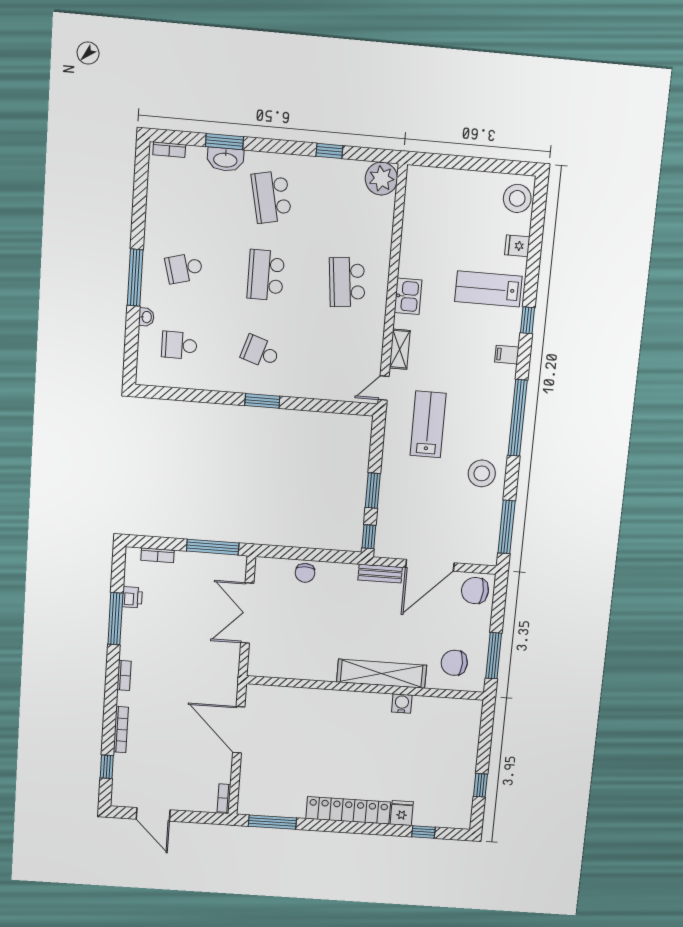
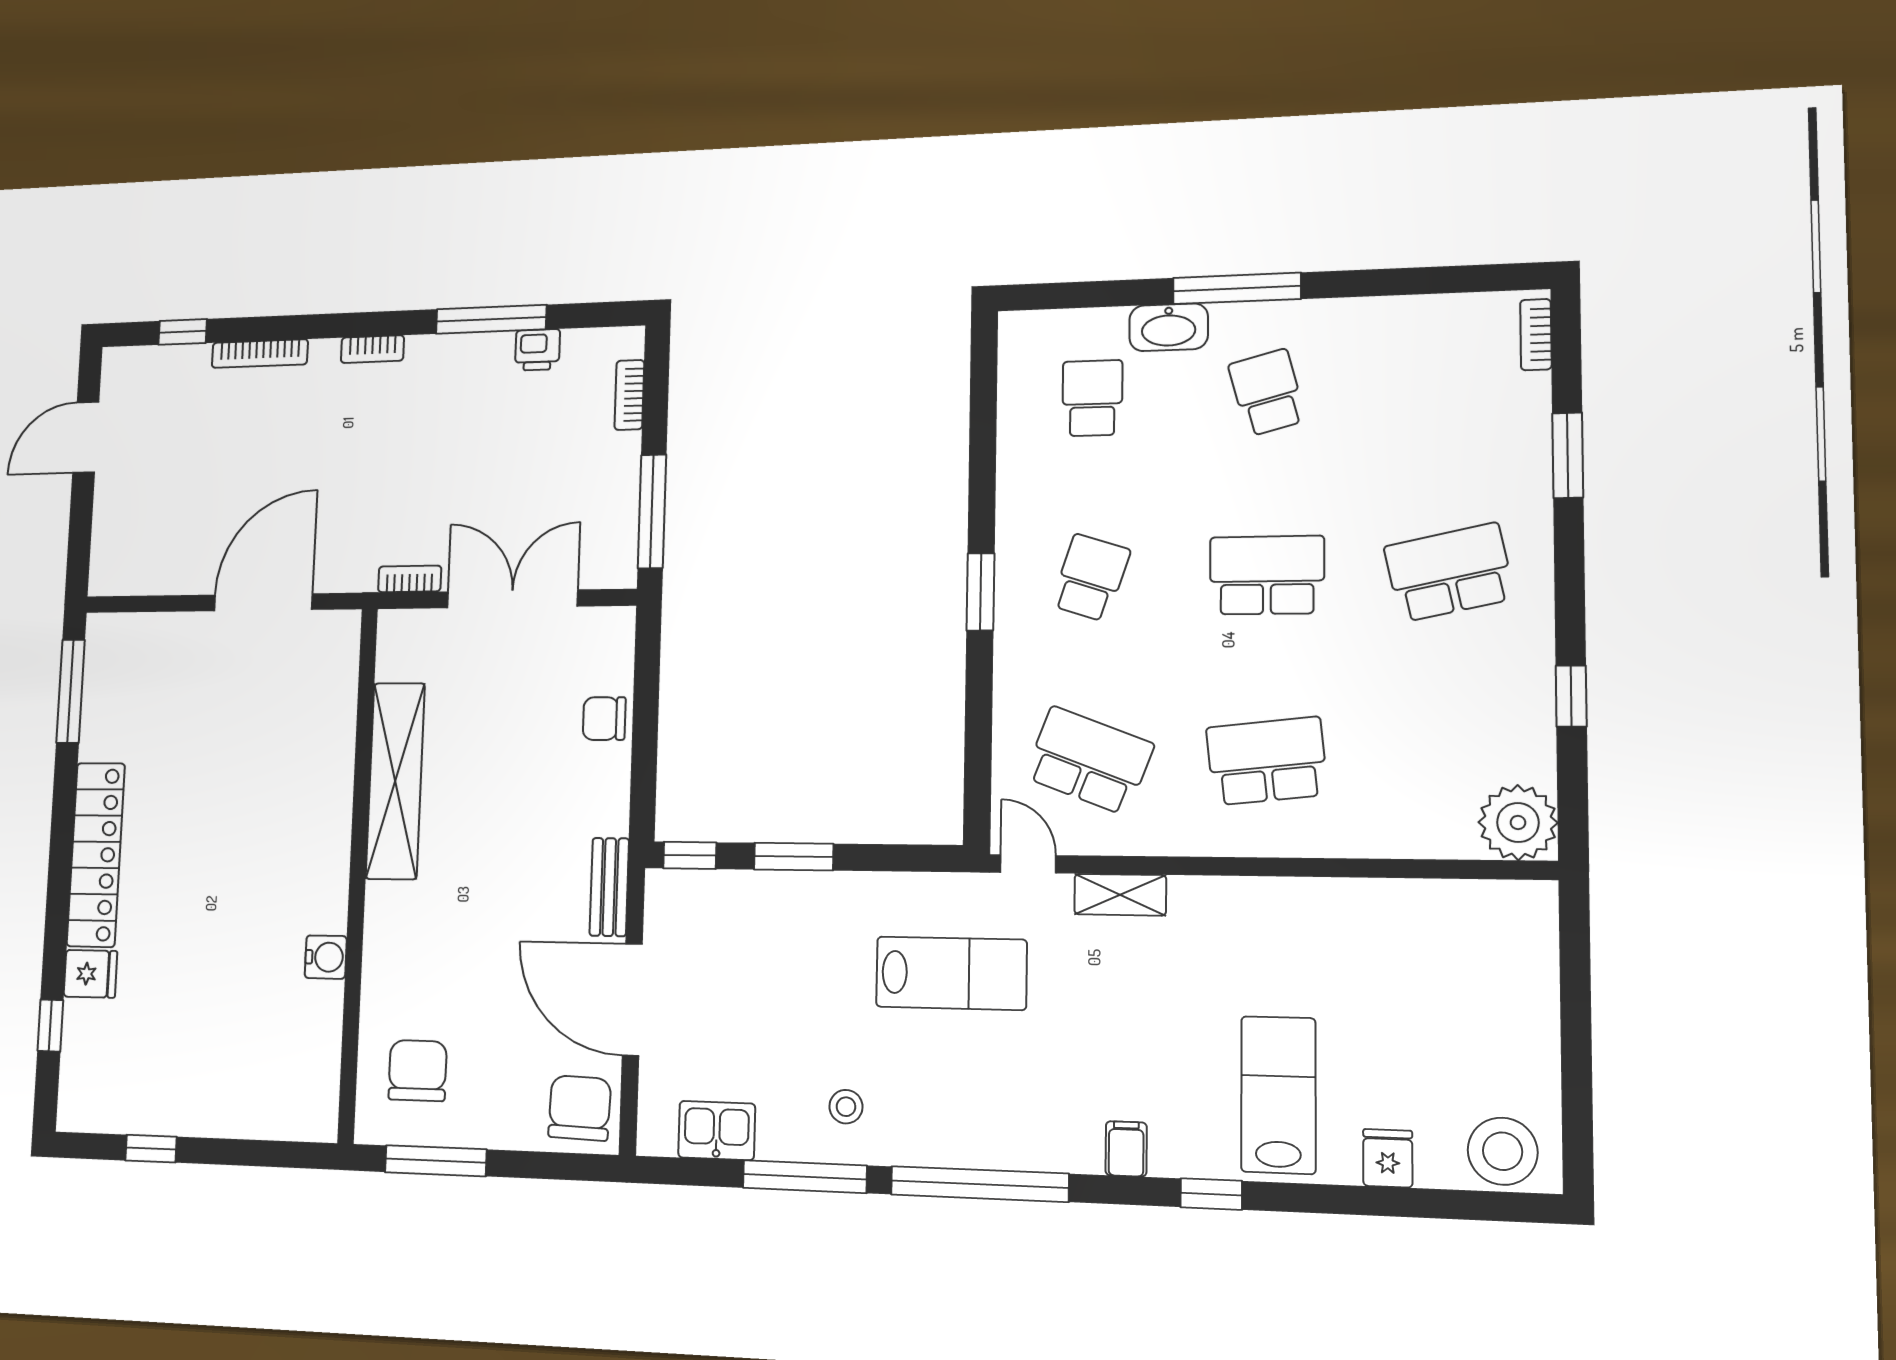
washbasin: (225, 159) -> (1526, 461), removed
kitchen sink: (408, 296) -> (717, 1131), moved, turned 180
washbasin: (146, 317) -> (1169, 327), width x1.91, depth x1.45
school desk: (341, 358) -> (1089, 761), added
stool: (482, 473) -> (846, 1107), width x0.53, depth x0.53
window: (507, 527) -> (805, 1177), moved
shelving: (382, 674) -> (395, 781), moved
bookcase: (224, 798) -> (410, 579), moved

